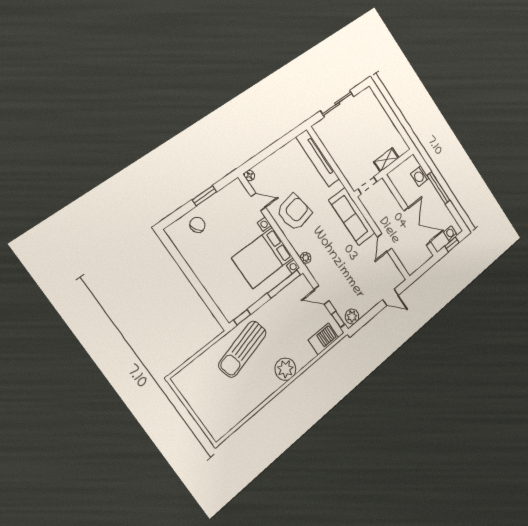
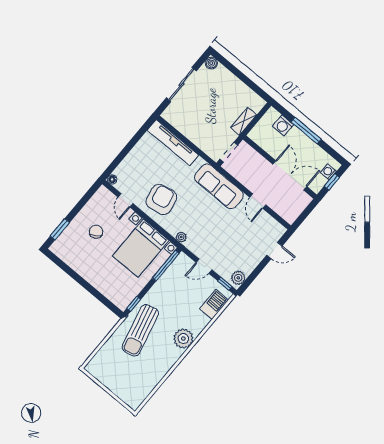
boiler: (368, 94) -> (211, 63), added
window: (204, 196) -> (60, 229), moved
door: (258, 202) -> (125, 200), swing flipped
chair: (197, 225) -> (96, 232), moved

